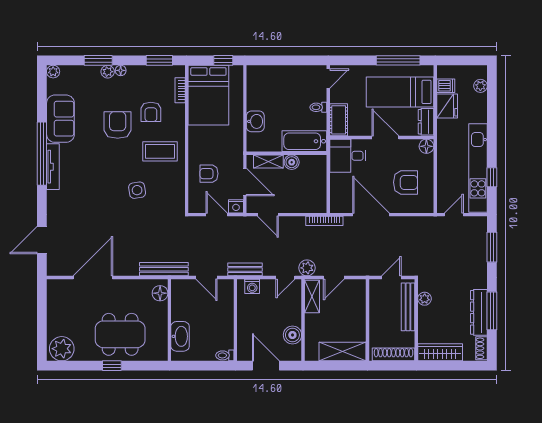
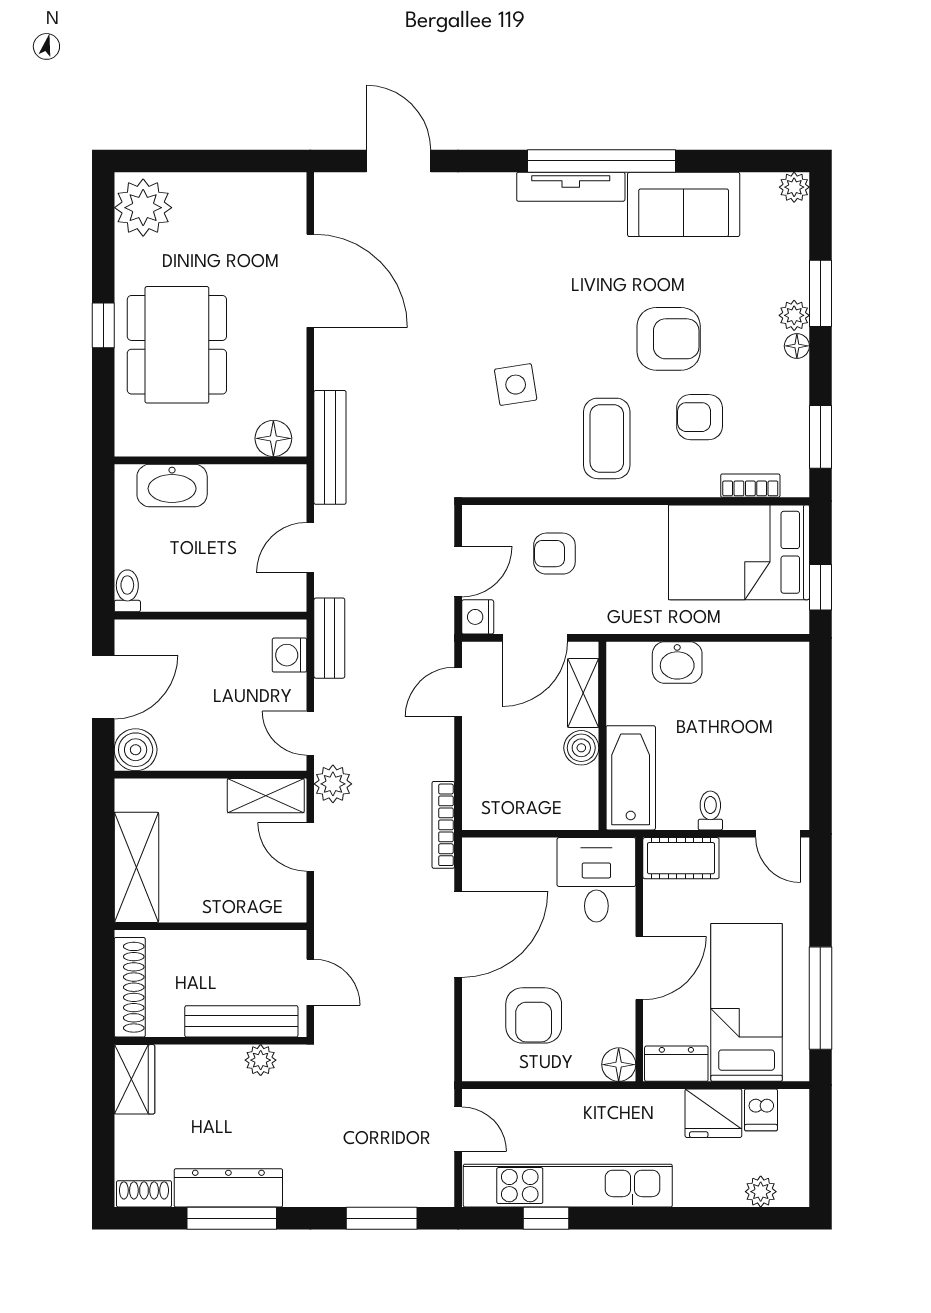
armchair: (209, 174) -> (554, 554), turned -90
boiler: (292, 335) -> (136, 750), moved
wardrobe: (440, 352) -> (135, 1079), width x0.67

